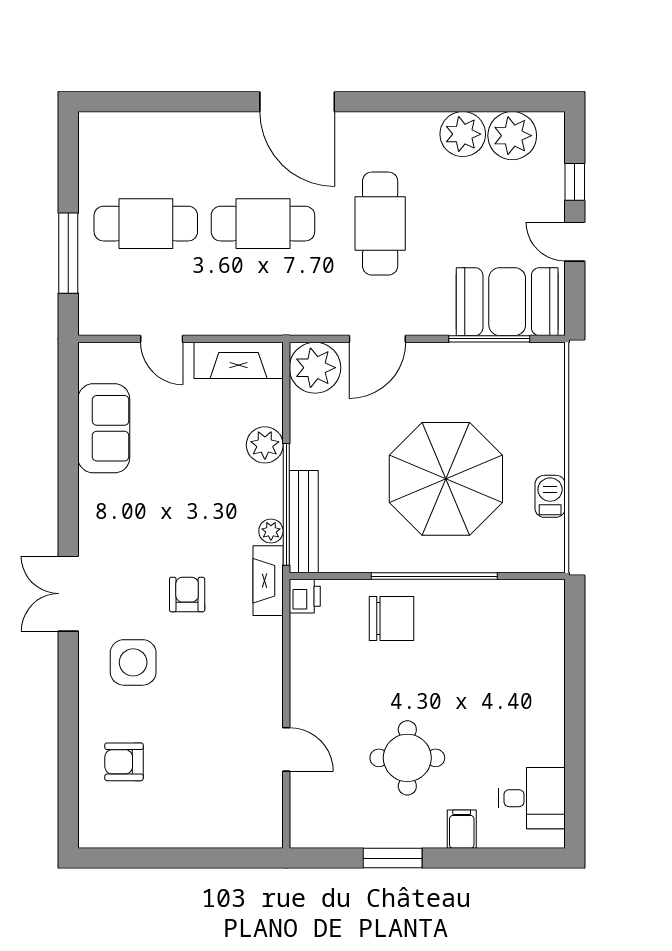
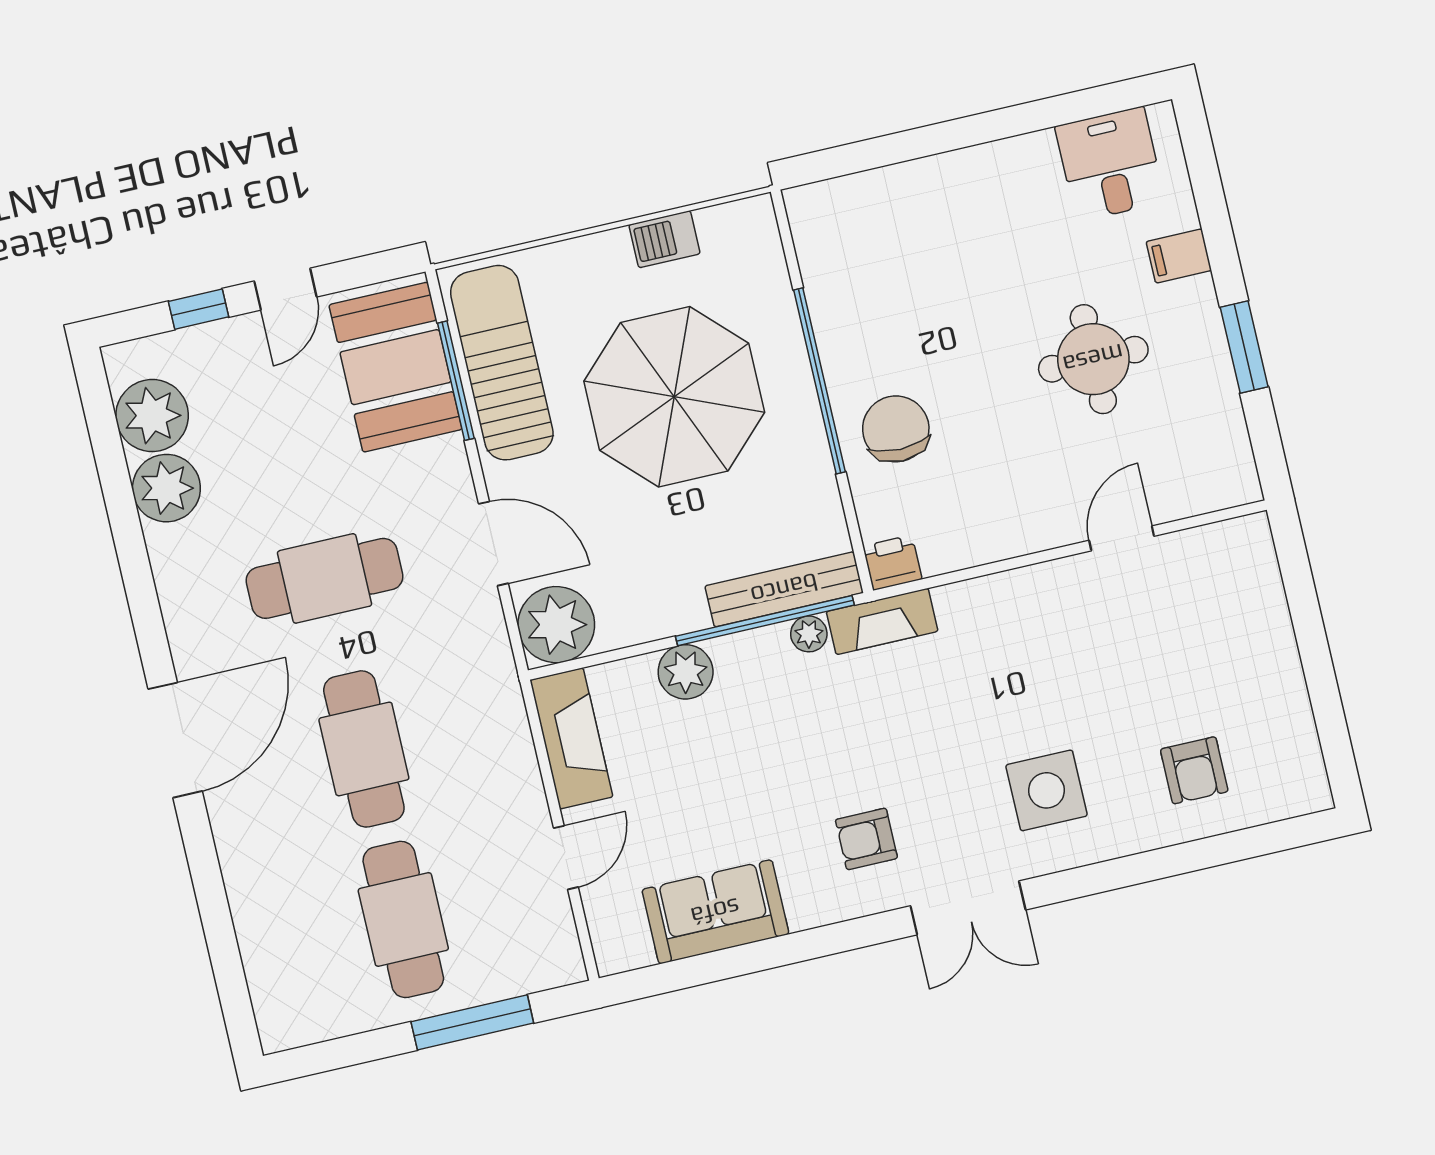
sun lounger: (494, 372) -> (502, 363), added
armchair: (187, 595) -> (866, 839), moved

